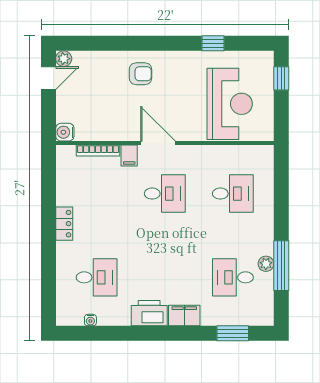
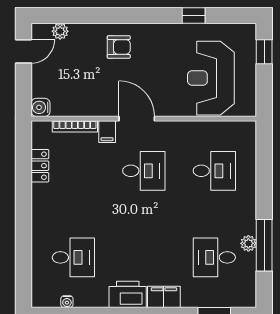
plant: (64, 59) -> (60, 31), moved
reception desk: (230, 104) -> (211, 78), turned 180
locker: (64, 224) -> (40, 166), moved

